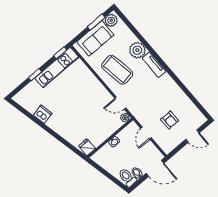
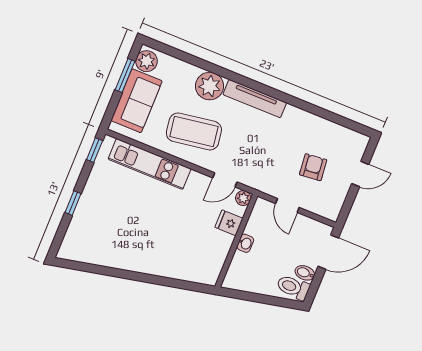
tv unit: (154, 65) -> (255, 99), width x1.41
kitchen unit: (57, 68) -> (150, 164), moved, turned 90
dishwasher: (43, 114) -> (115, 257), removed
armchair: (170, 120) -> (313, 167), turned -96
fridge: (87, 147) -> (229, 223), moved

